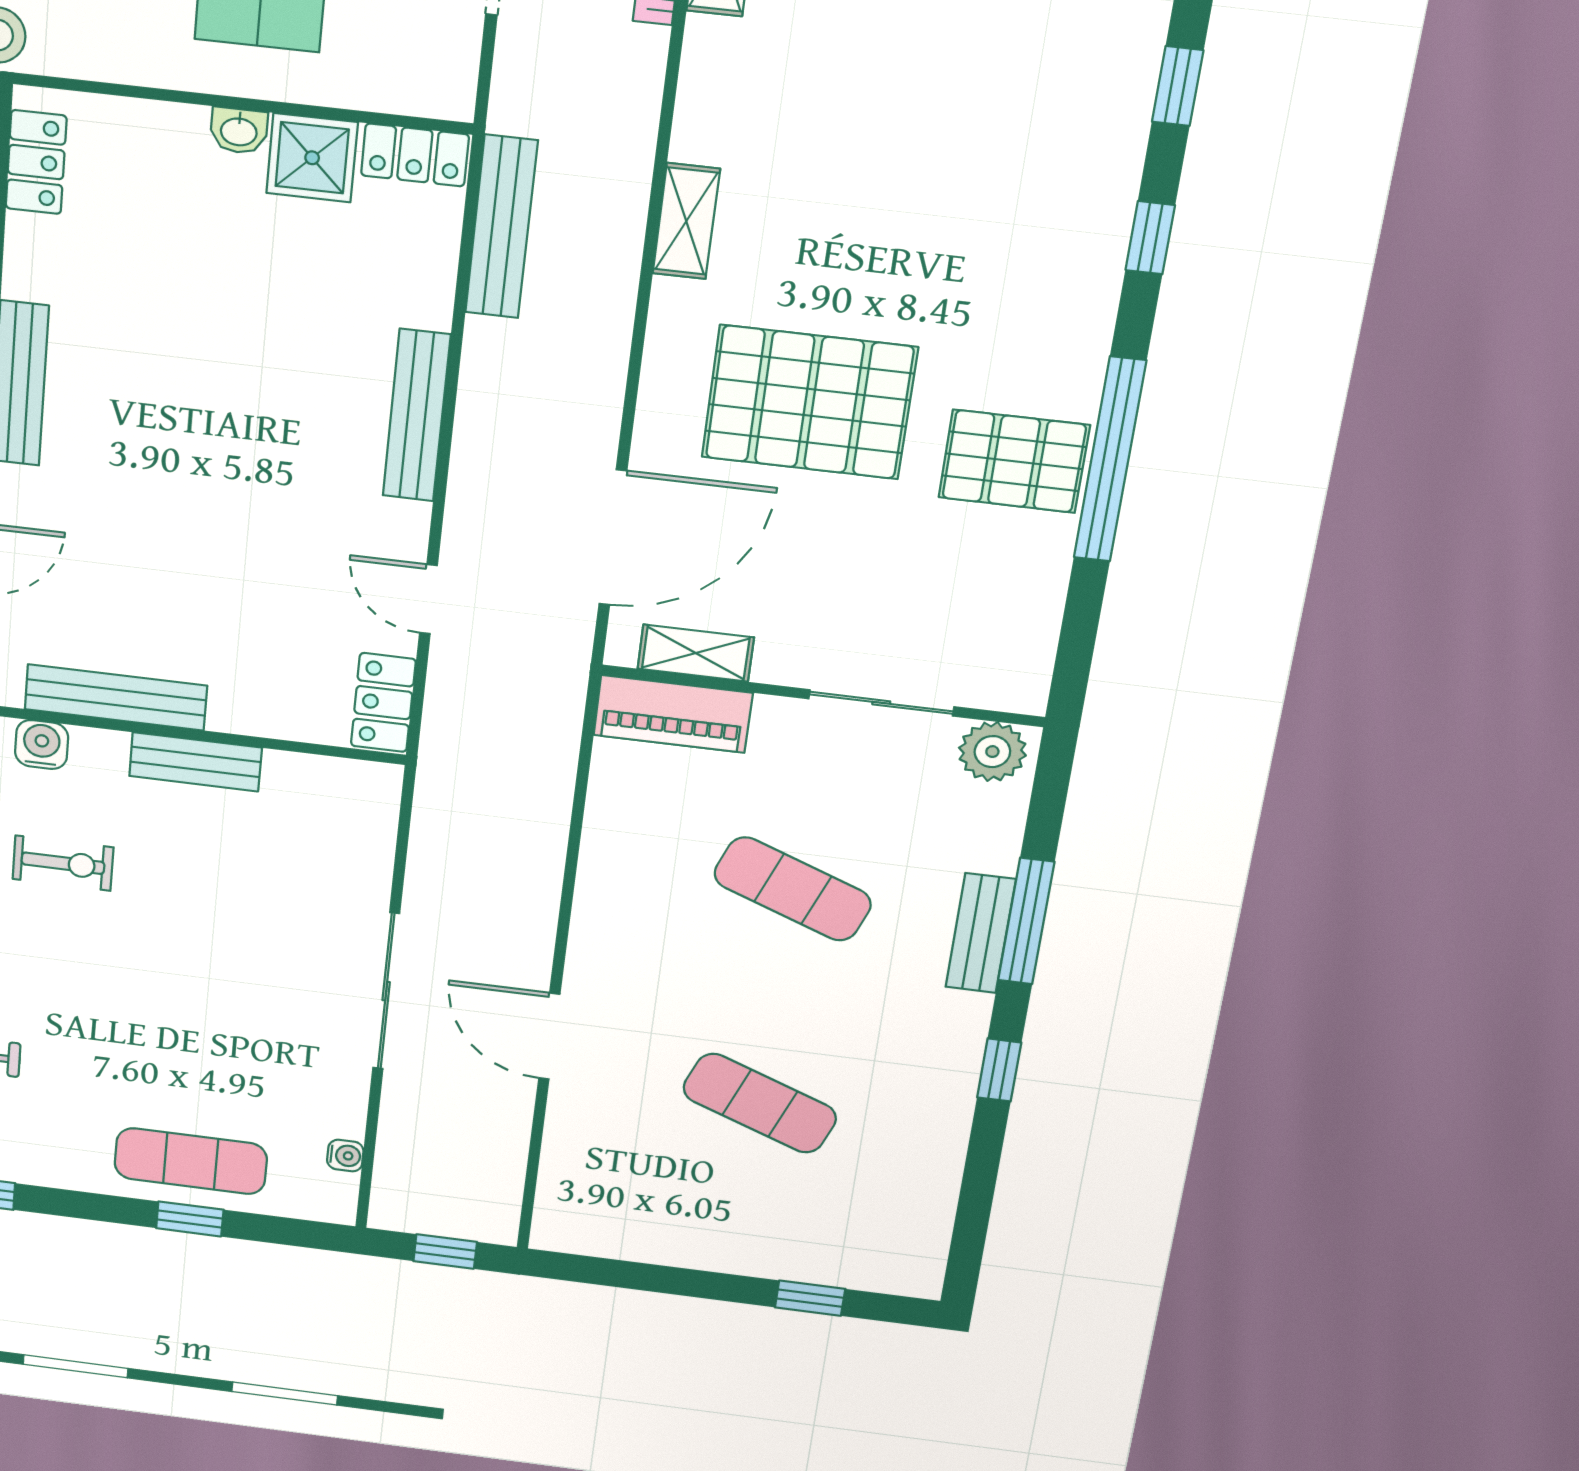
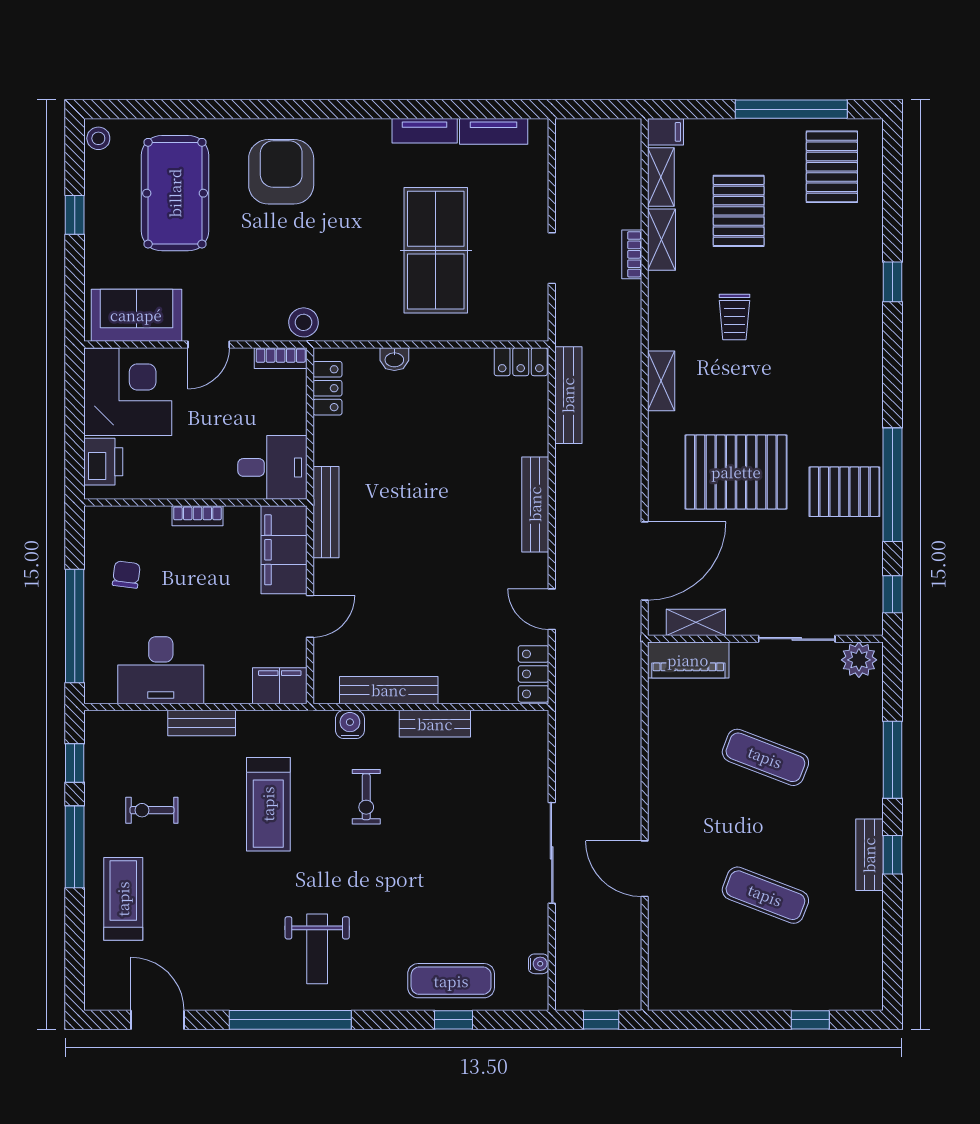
trolley: (848, 118) -> (734, 317), added
washbasin: (239, 131) -> (394, 359), moved
shower: (312, 158) -> (469, 369), removed
window: (1150, 238) -> (892, 594), moved
exercise bike: (63, 863) -> (366, 797), turned 90
bench: (981, 933) -> (869, 855), moved

